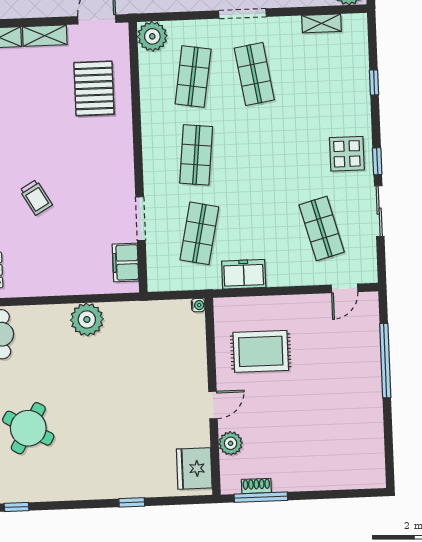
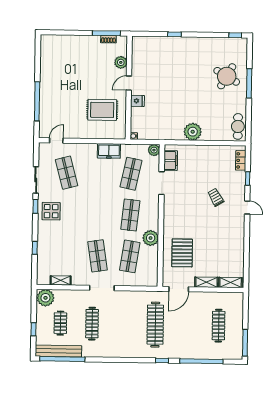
plant: (152, 36) -> (151, 238), moved
plant: (158, 281) -> (154, 150), added
fridge: (194, 468) -> (138, 101), moved, width x0.53, depth x0.75

